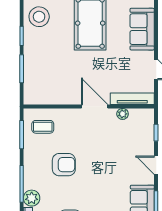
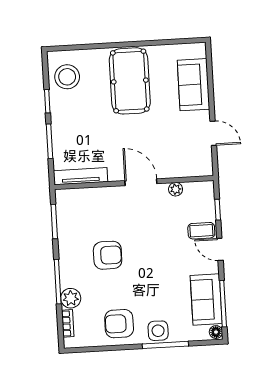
tv unit: (132, 99) -> (81, 176), moved
coffee table: (43, 127) -> (201, 231), moved

